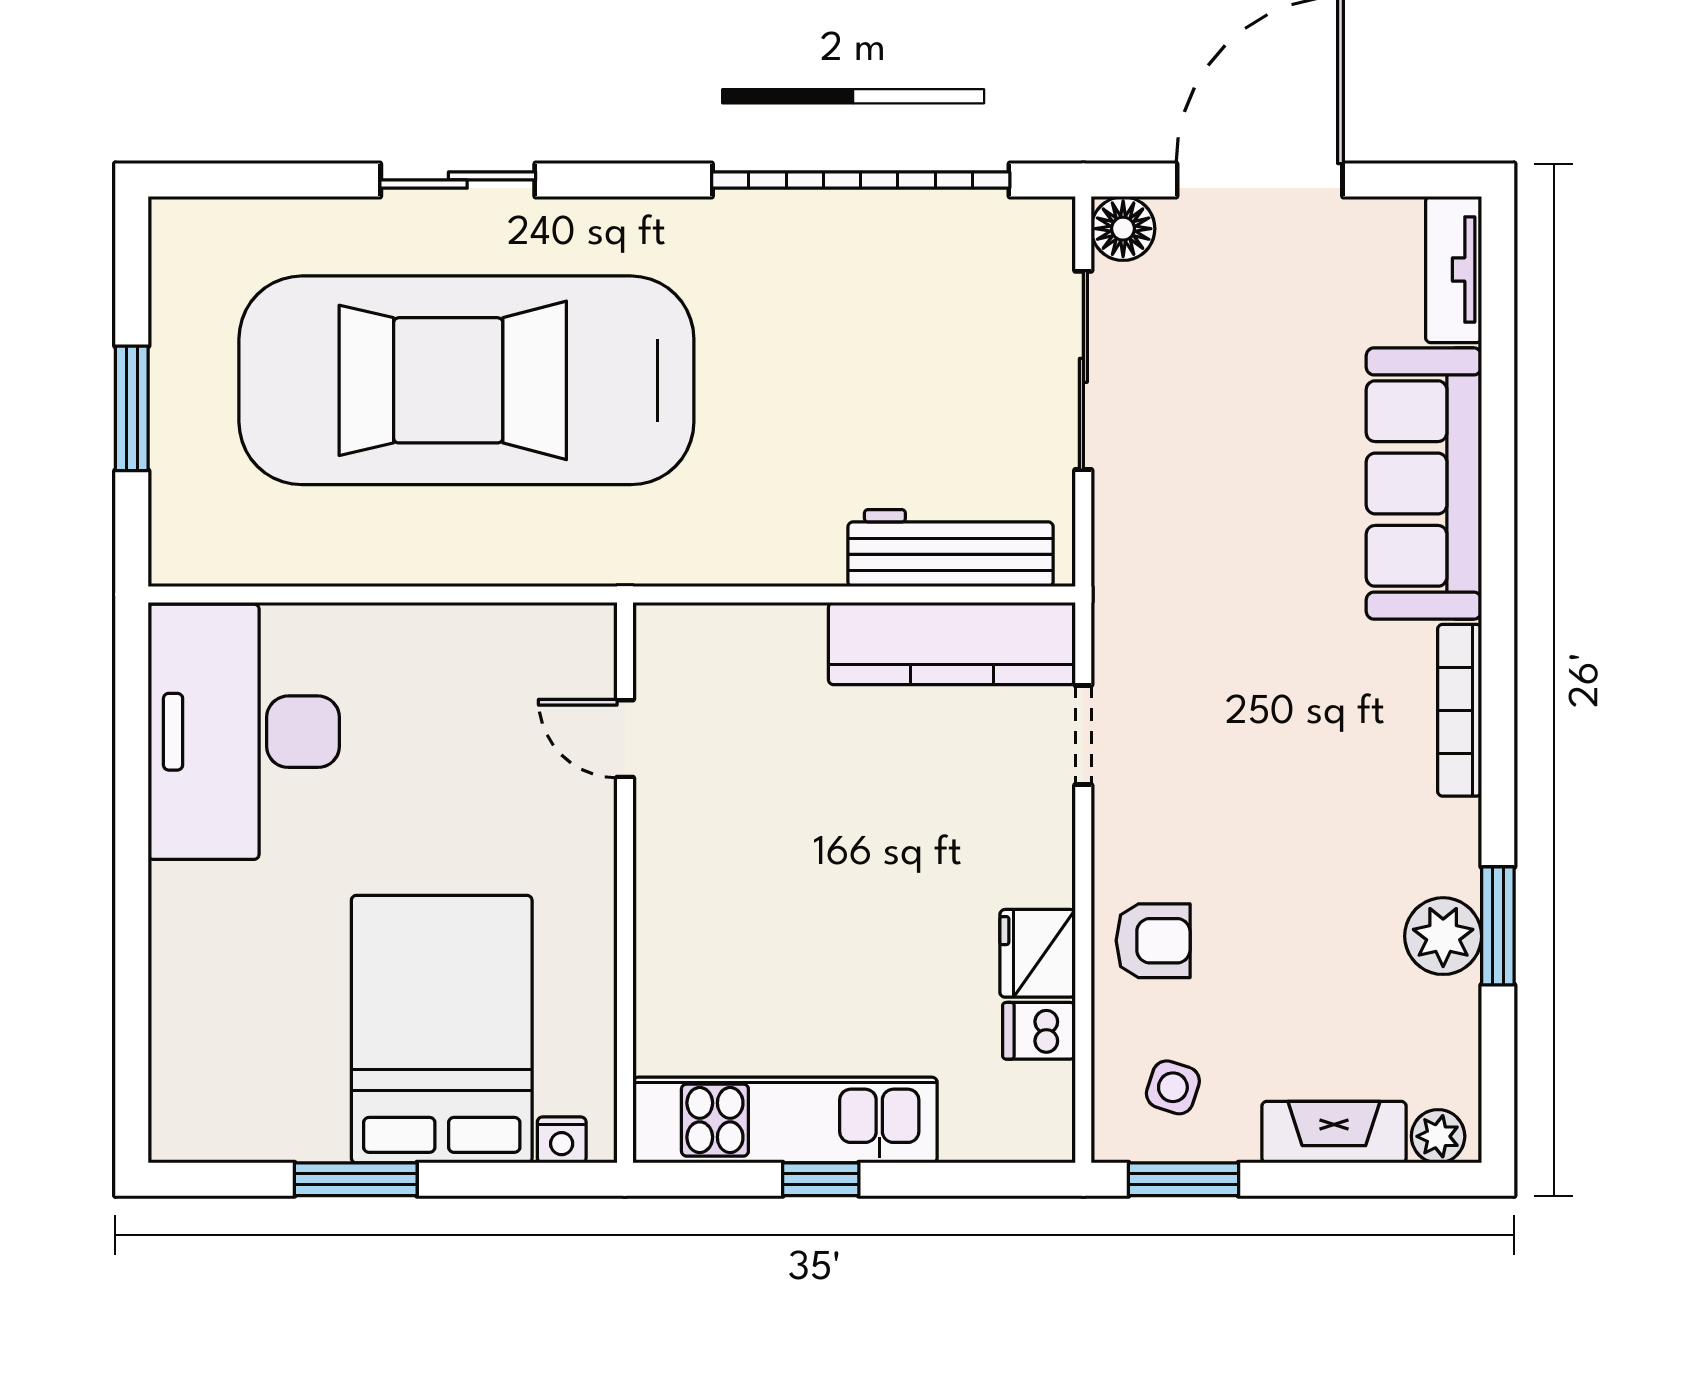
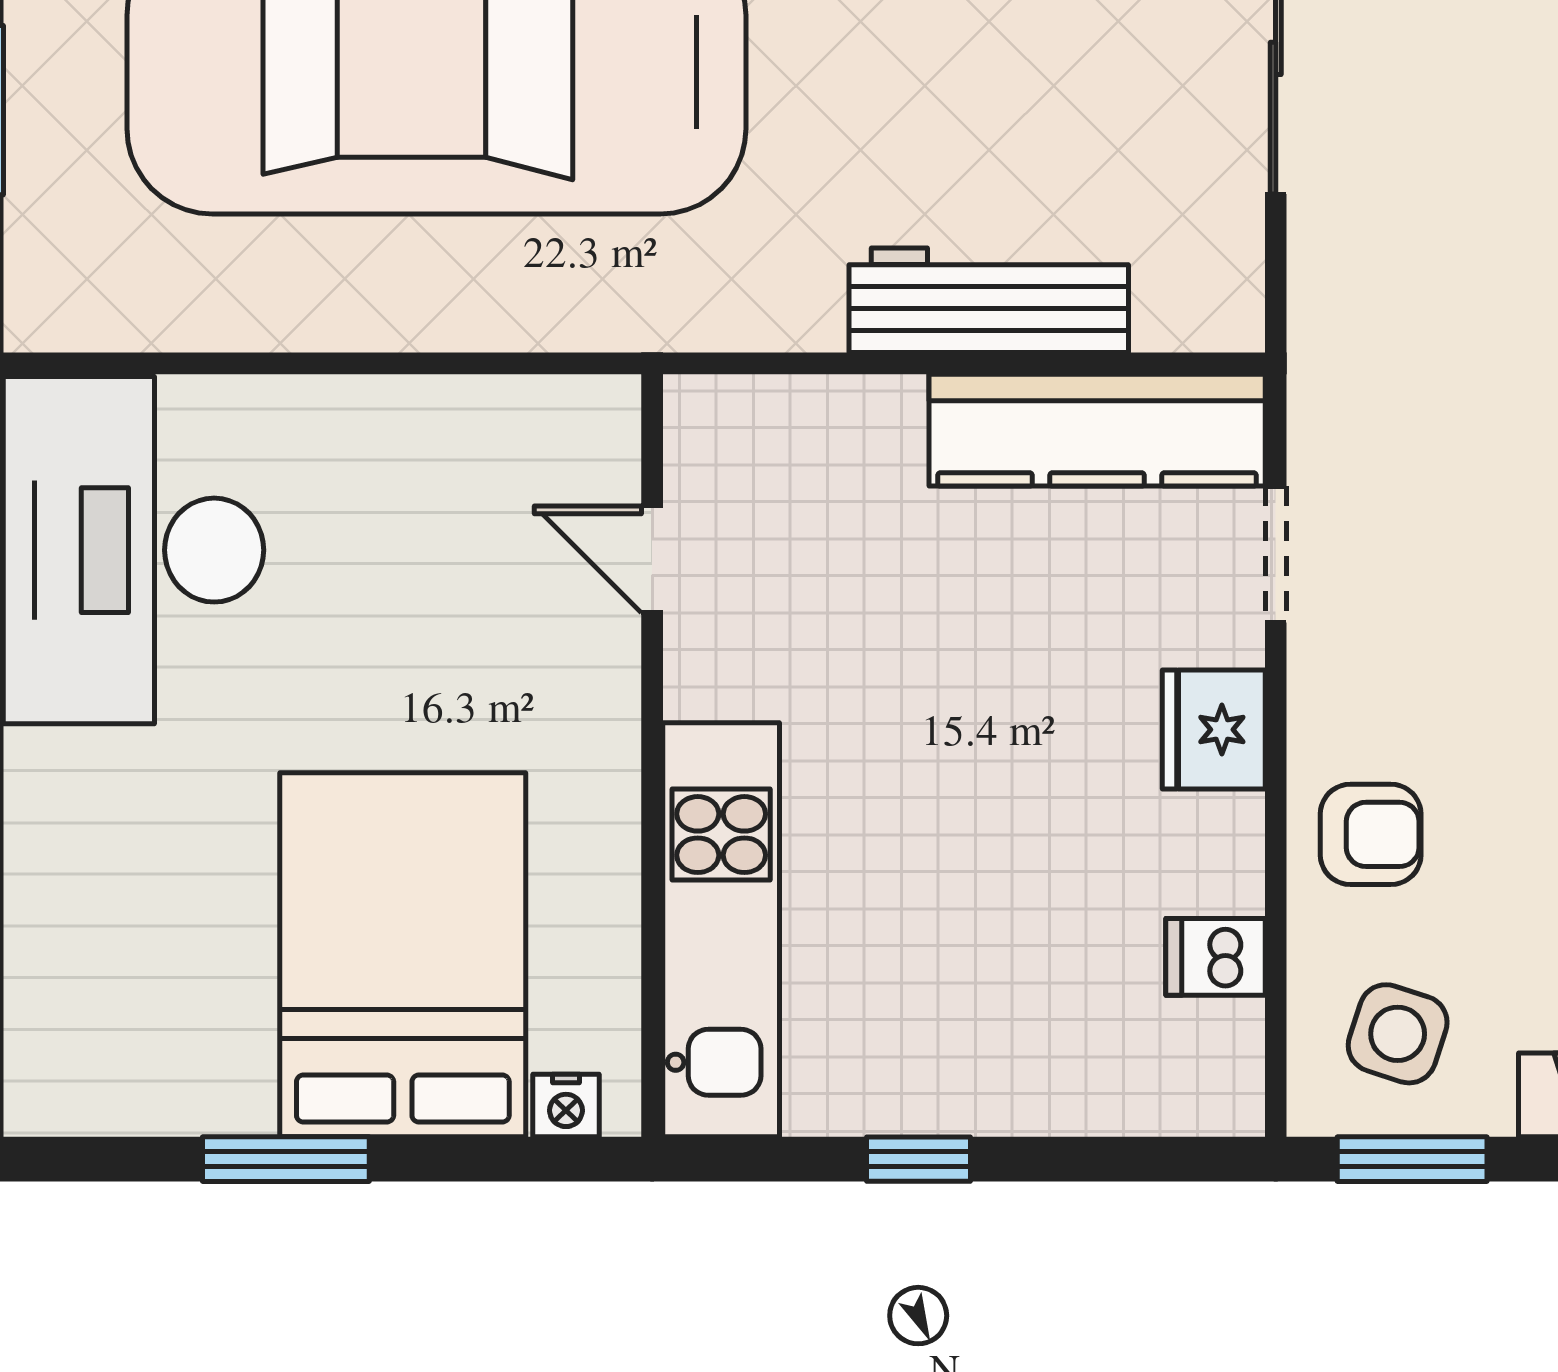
workbench: (951, 548) -> (989, 300), moved
fridge: (1038, 953) -> (1214, 730), moved
side table: (1173, 1087) -> (1398, 1034), width x1.37, depth x1.37
kitchen unit: (785, 1120) -> (721, 930), moved, turned 90

